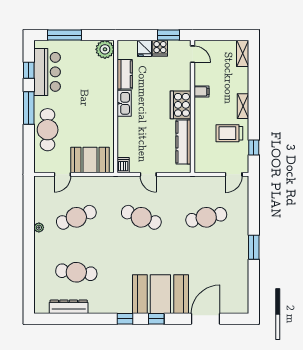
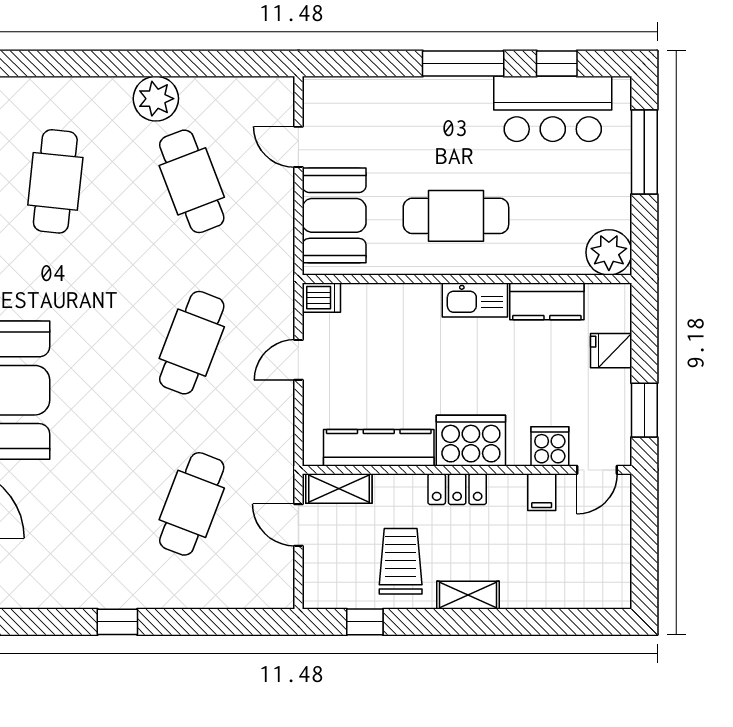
cooker: (160, 48) -> (550, 446), moved, turned 90
shelving: (243, 53) -> (339, 488), moved
filing cabinet: (201, 91) -> (542, 492), moved
locker: (200, 110) -> (457, 489), added
cafe table: (48, 130) -> (456, 216), moved
door: (234, 174) -> (298, 525), moved
cafe table: (206, 217) -> (192, 504), turned 33
plant: (39, 228) -> (156, 99), width x1.88, depth x1.88
window: (254, 247) -> (117, 622), width x0.67

